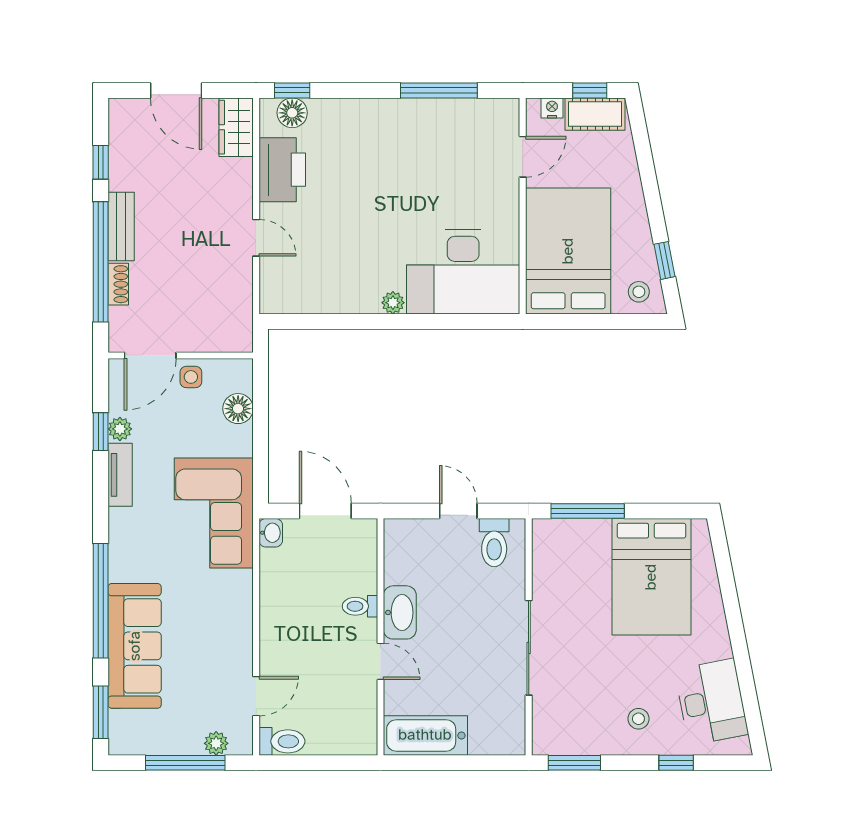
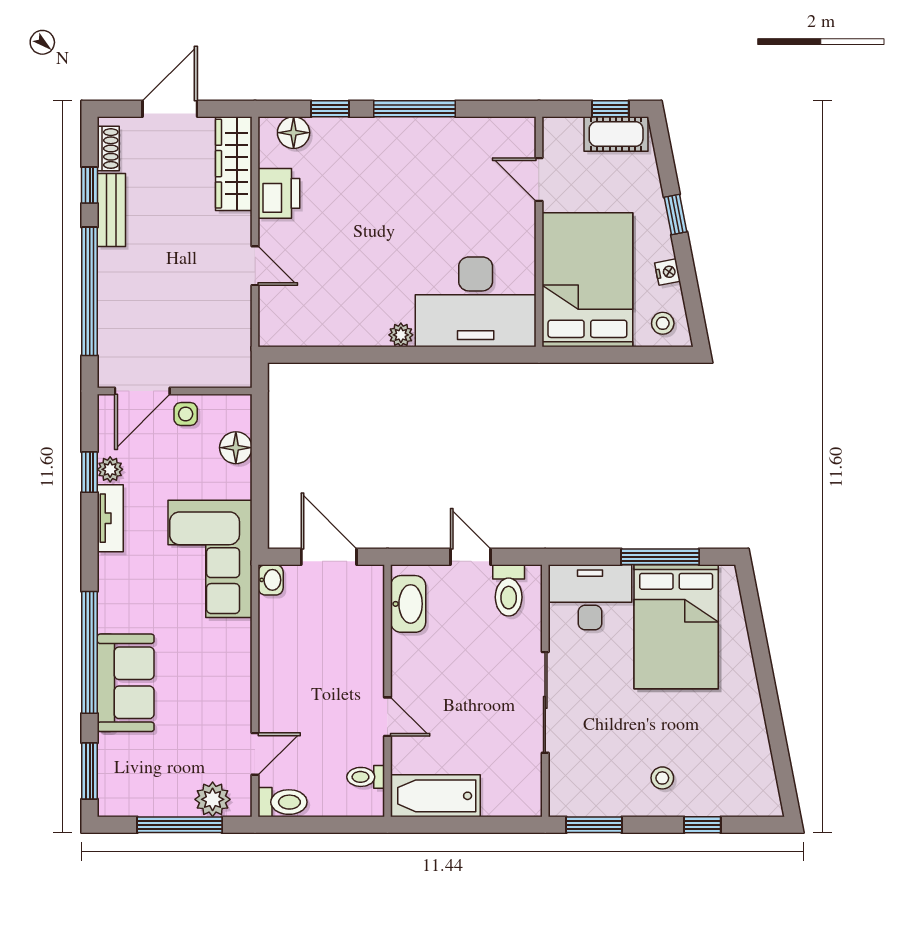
door: (176, 90) -> (170, 109), swing flipped
window: (292, 90) -> (330, 109), moved
window: (439, 90) -> (415, 109), moved
nightstand: (552, 108) -> (668, 272), moved, turned 79
wardrobe: (236, 127) -> (234, 164), width x1.50
door: (523, 157) -> (539, 179), swing flipped
printer: (282, 170) -> (279, 193), width x0.73, depth x0.84
bench: (121, 227) -> (111, 210), moved
window: (665, 260) -> (675, 215), moved
shoe rack: (118, 284) -> (108, 149), moved
window: (588, 511) -> (660, 557), moved
toilet: (360, 606) -> (366, 777), moved
washbasin: (400, 612) -> (408, 604), moved
sofa: (135, 646) -> (126, 683), width x0.73
desk: (711, 702) -> (590, 597), moved, turned -79
plant: (216, 743) -> (213, 799), width x1.38, depth x1.38

